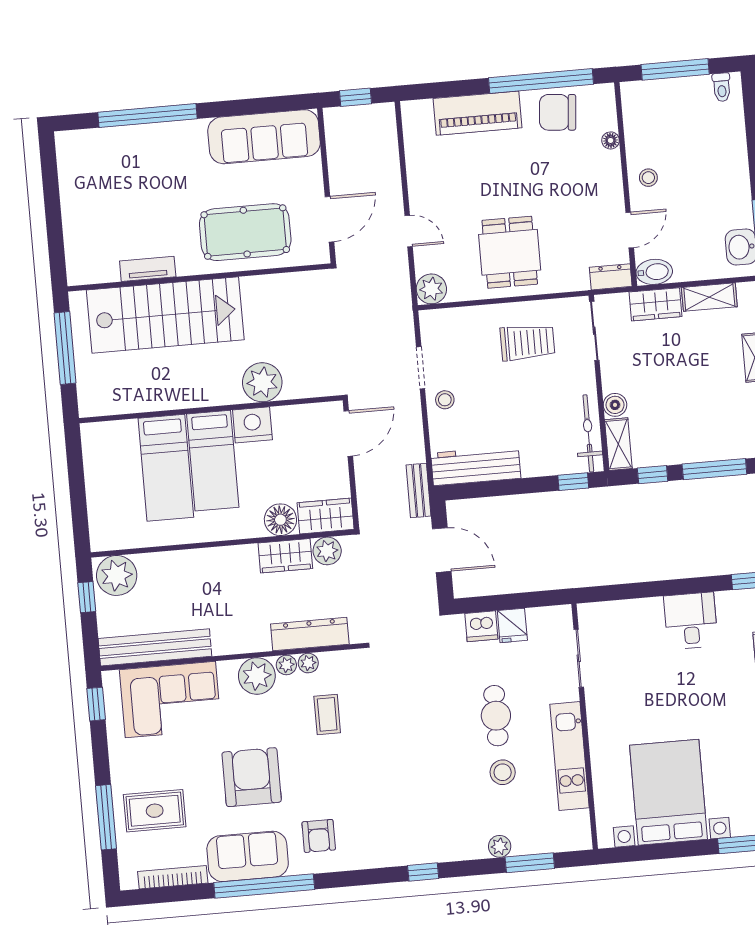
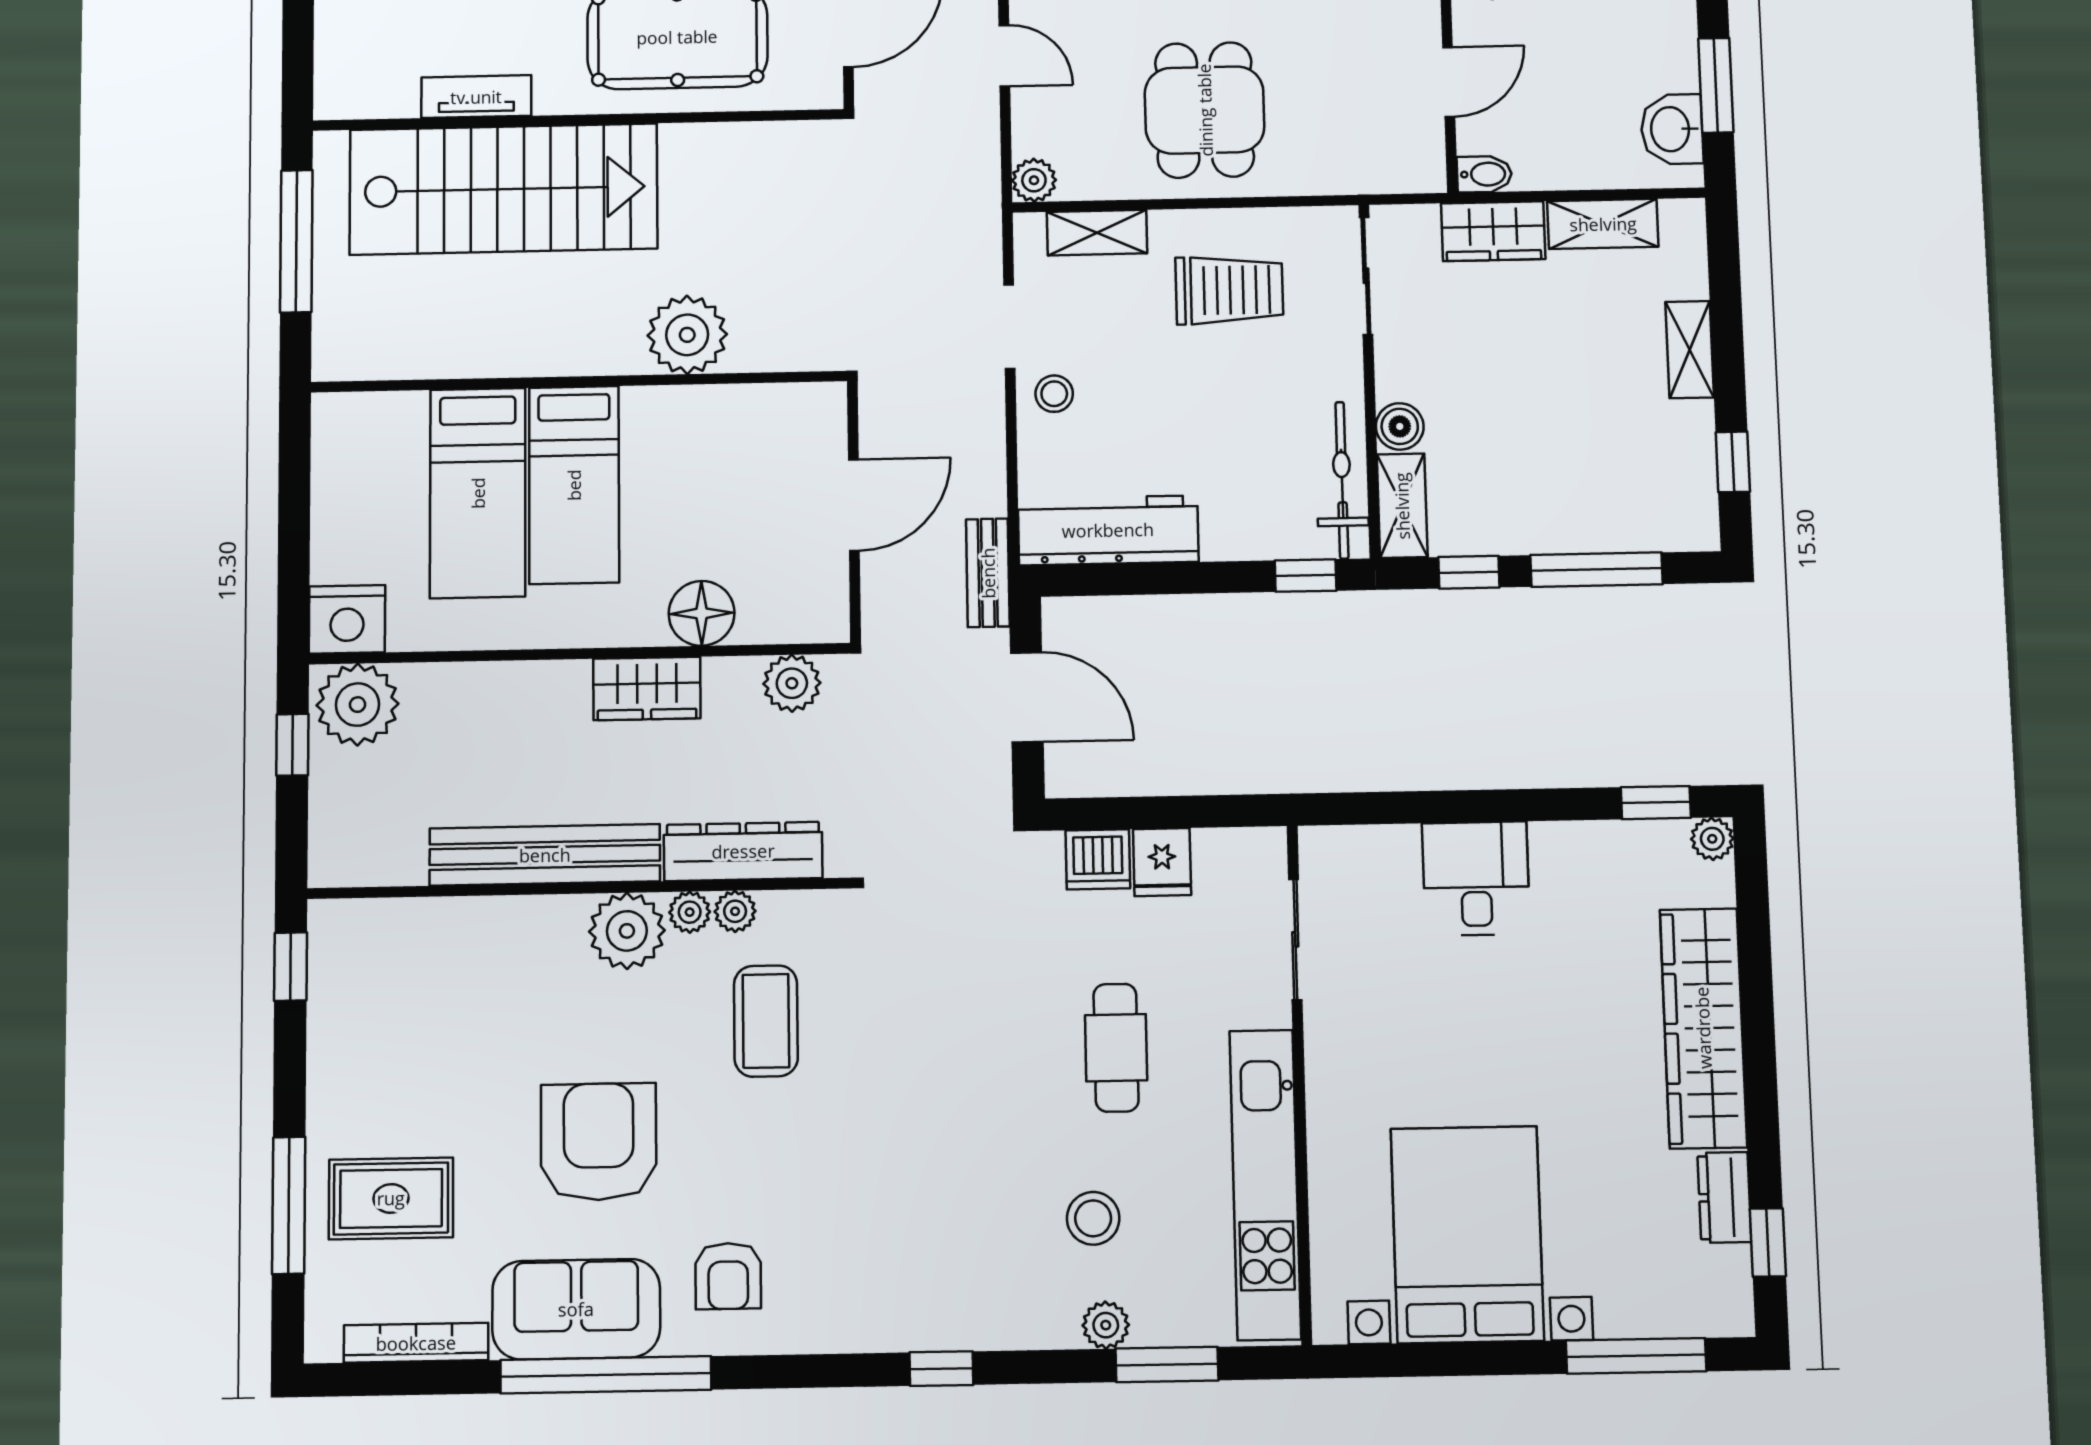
bidet: (654, 272) -> (1484, 174), width x0.72, depth x0.74
dresser: (611, 277) -> (1405, 171), removed
plant: (431, 289) -> (1034, 180), width x0.73, depth x0.73
shelving: (461, 318) -> (1097, 233), added
nightstand: (252, 425) -> (347, 619), moved, turned 180
door: (348, 434) -> (854, 505), moved
wardrobe: (326, 516) -> (794, 612), removed
wardrobe: (285, 556) -> (647, 688), moved
desk: (691, 621) -> (1476, 878), moved
bench: (155, 647) -> (545, 855), moved
corner sofa: (170, 700) -> (445, 968), removed
coffee table: (327, 714) -> (766, 1021), width x1.36, depth x1.30
kitchen unit: (569, 756) -> (1265, 1184), width x1.36
stool: (503, 772) -> (1093, 1218), moved

